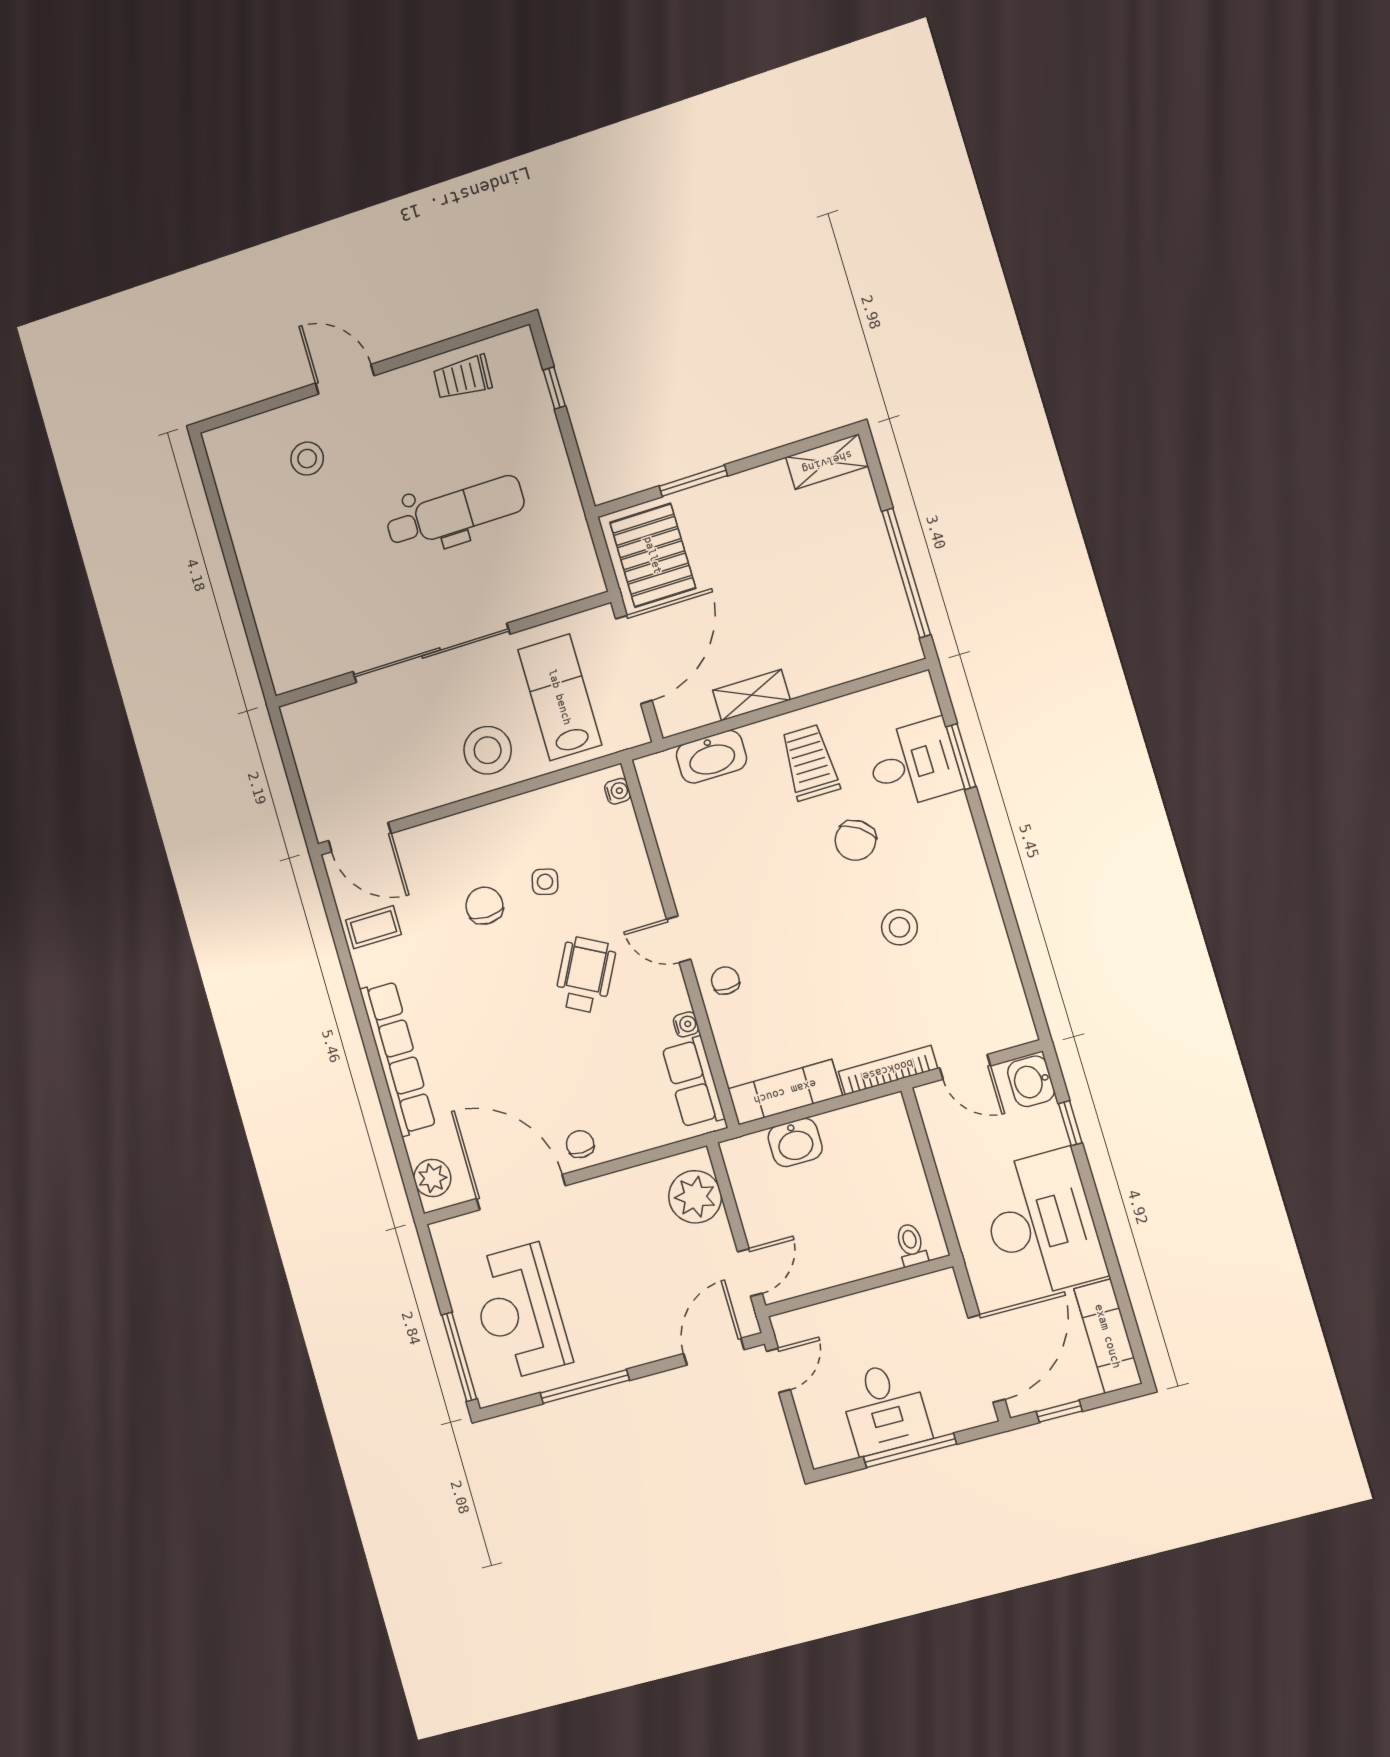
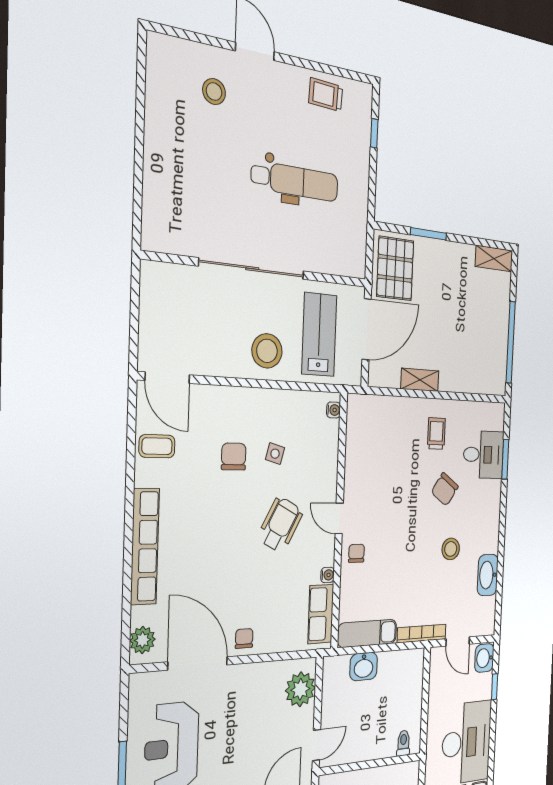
washbasin: (711, 757) -> (488, 575), moved, turned 90
trolley: (810, 763) -> (436, 434), width x0.73, depth x0.72

